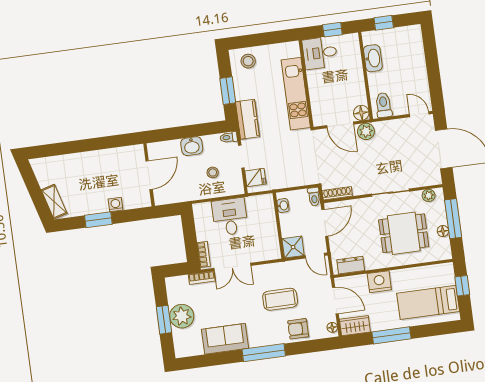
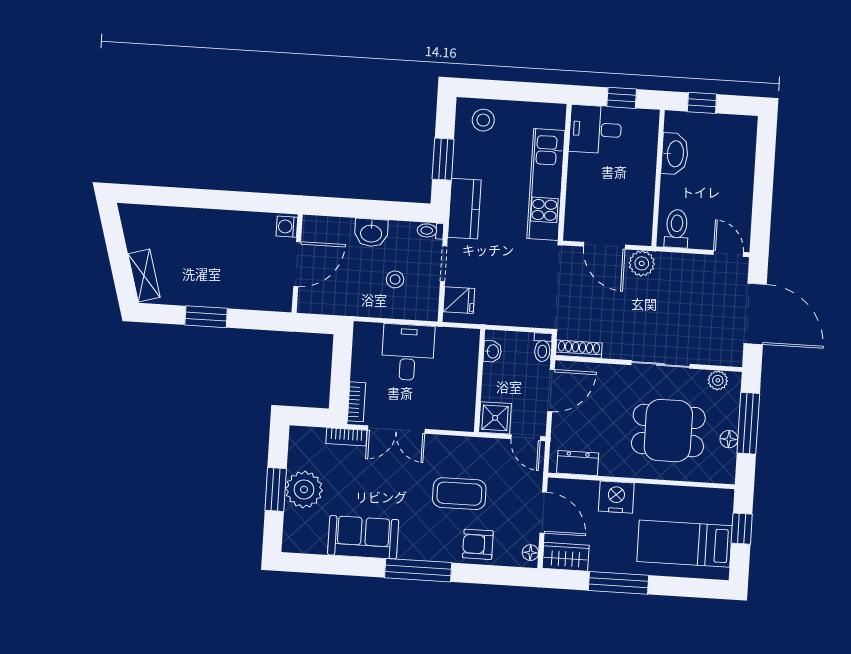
floor lamp: (361, 113) -> (640, 234), removed
washing machine: (115, 205) -> (287, 227), moved, turned -90

